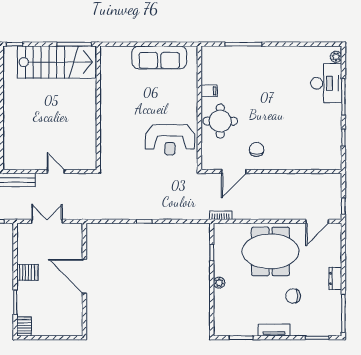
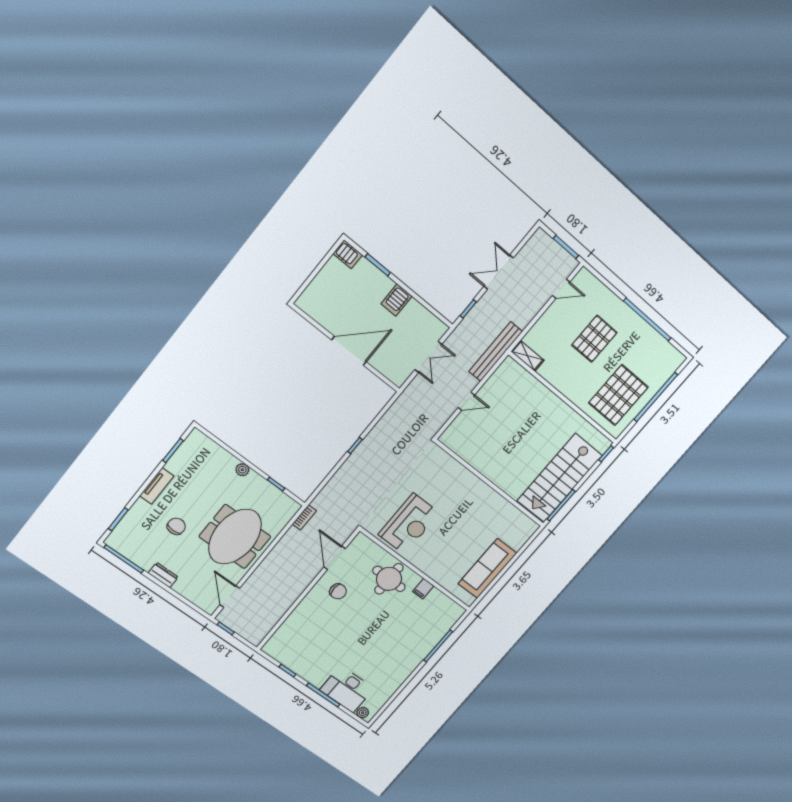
reception desk: (170, 140) -> (409, 524), turned 180

